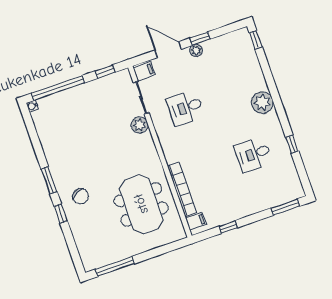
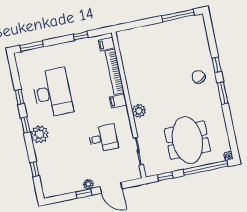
window: (256, 40) -> (35, 169), moved
filing cabinet: (144, 71) -> (118, 101), moved
window: (281, 111) -> (25, 125), added
plant: (140, 125) -> (139, 111), moved
desk: (253, 154) -> (52, 93), width x1.87, depth x1.30
meeting table: (141, 204) -> (187, 140), moved

